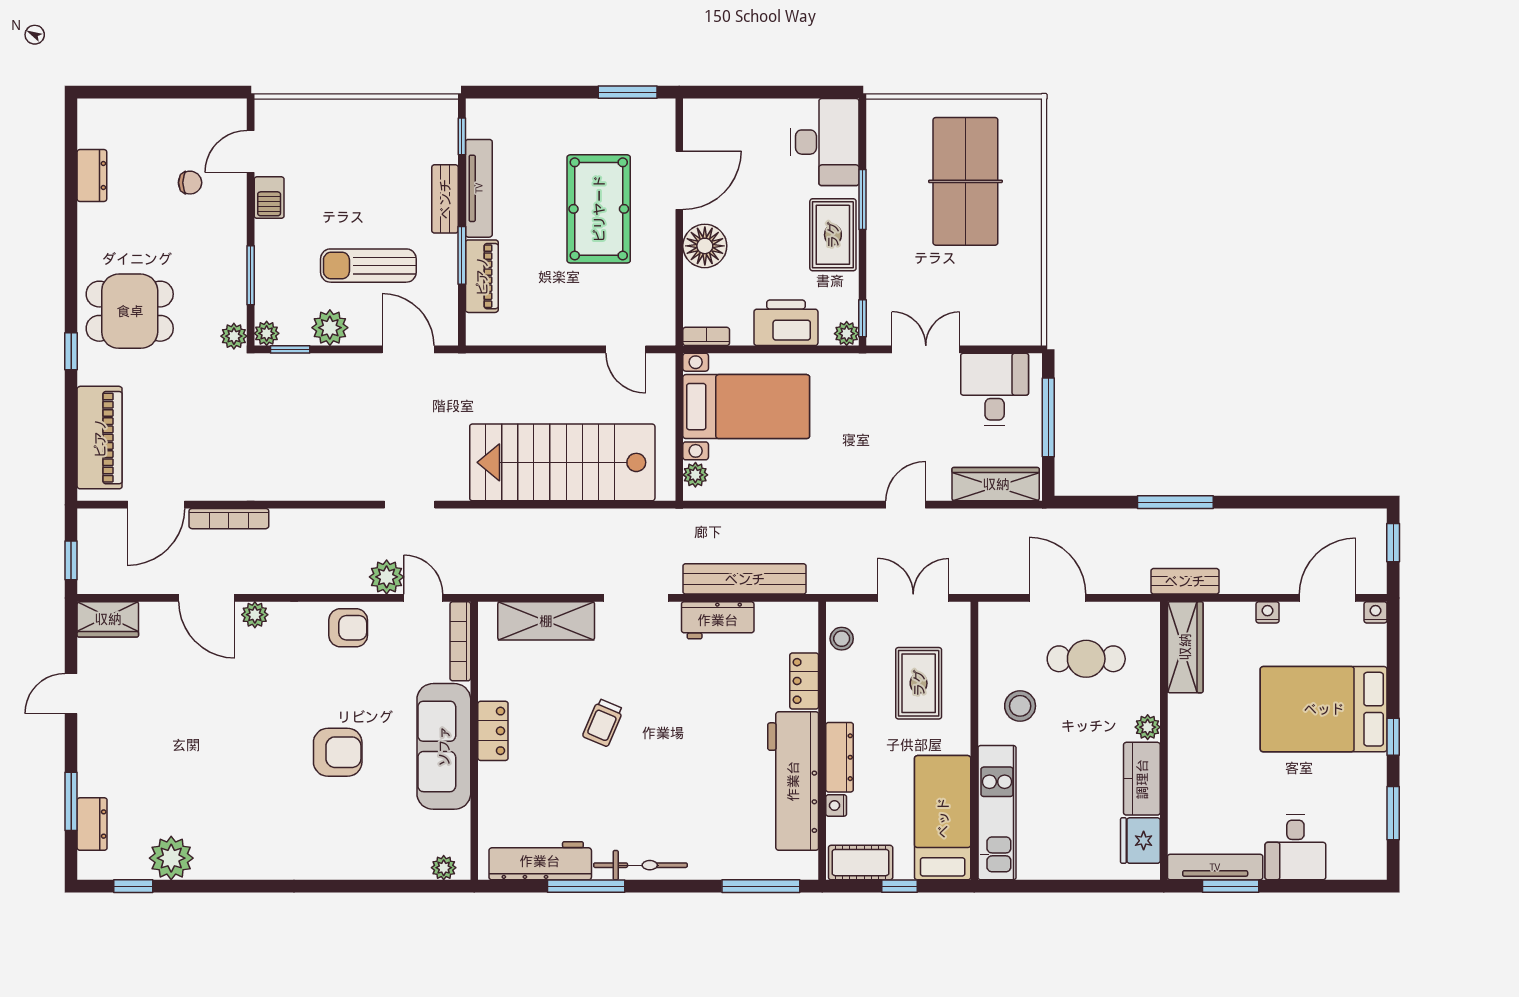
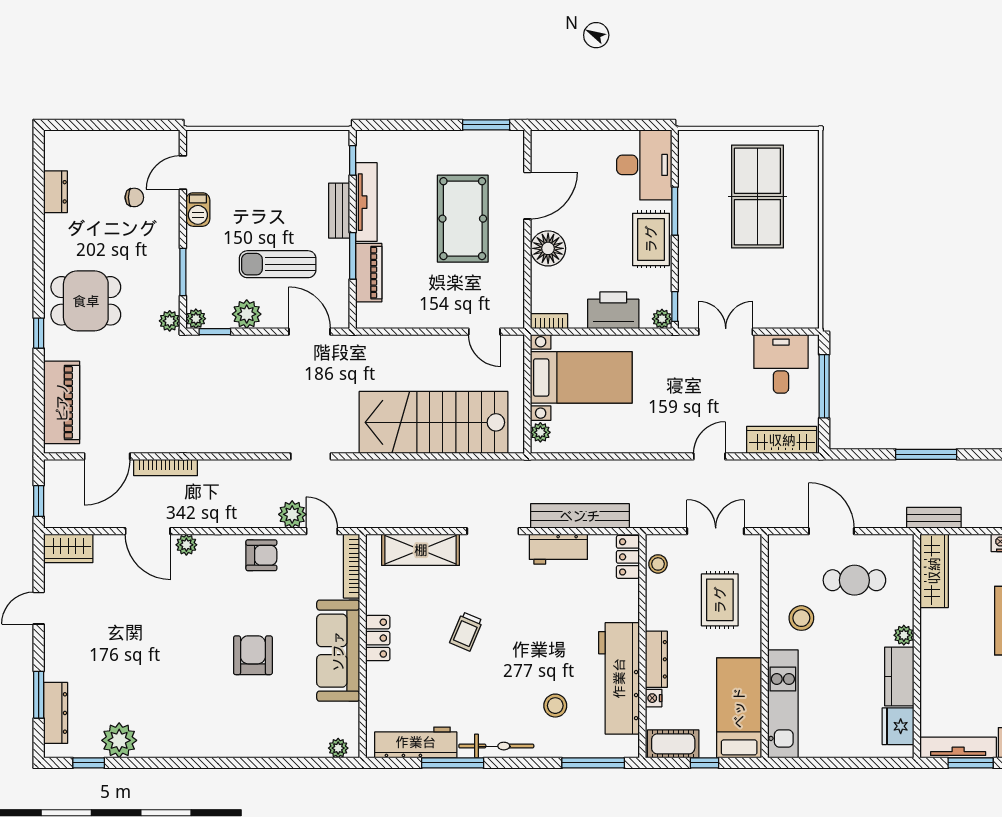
locker: (804, 681) -> (628, 557), moved
armchair: (338, 752) -> (253, 655), turned -90
stool: (714, 815) -> (555, 706), added
dresser: (92, 824) -> (56, 713), width x1.44

